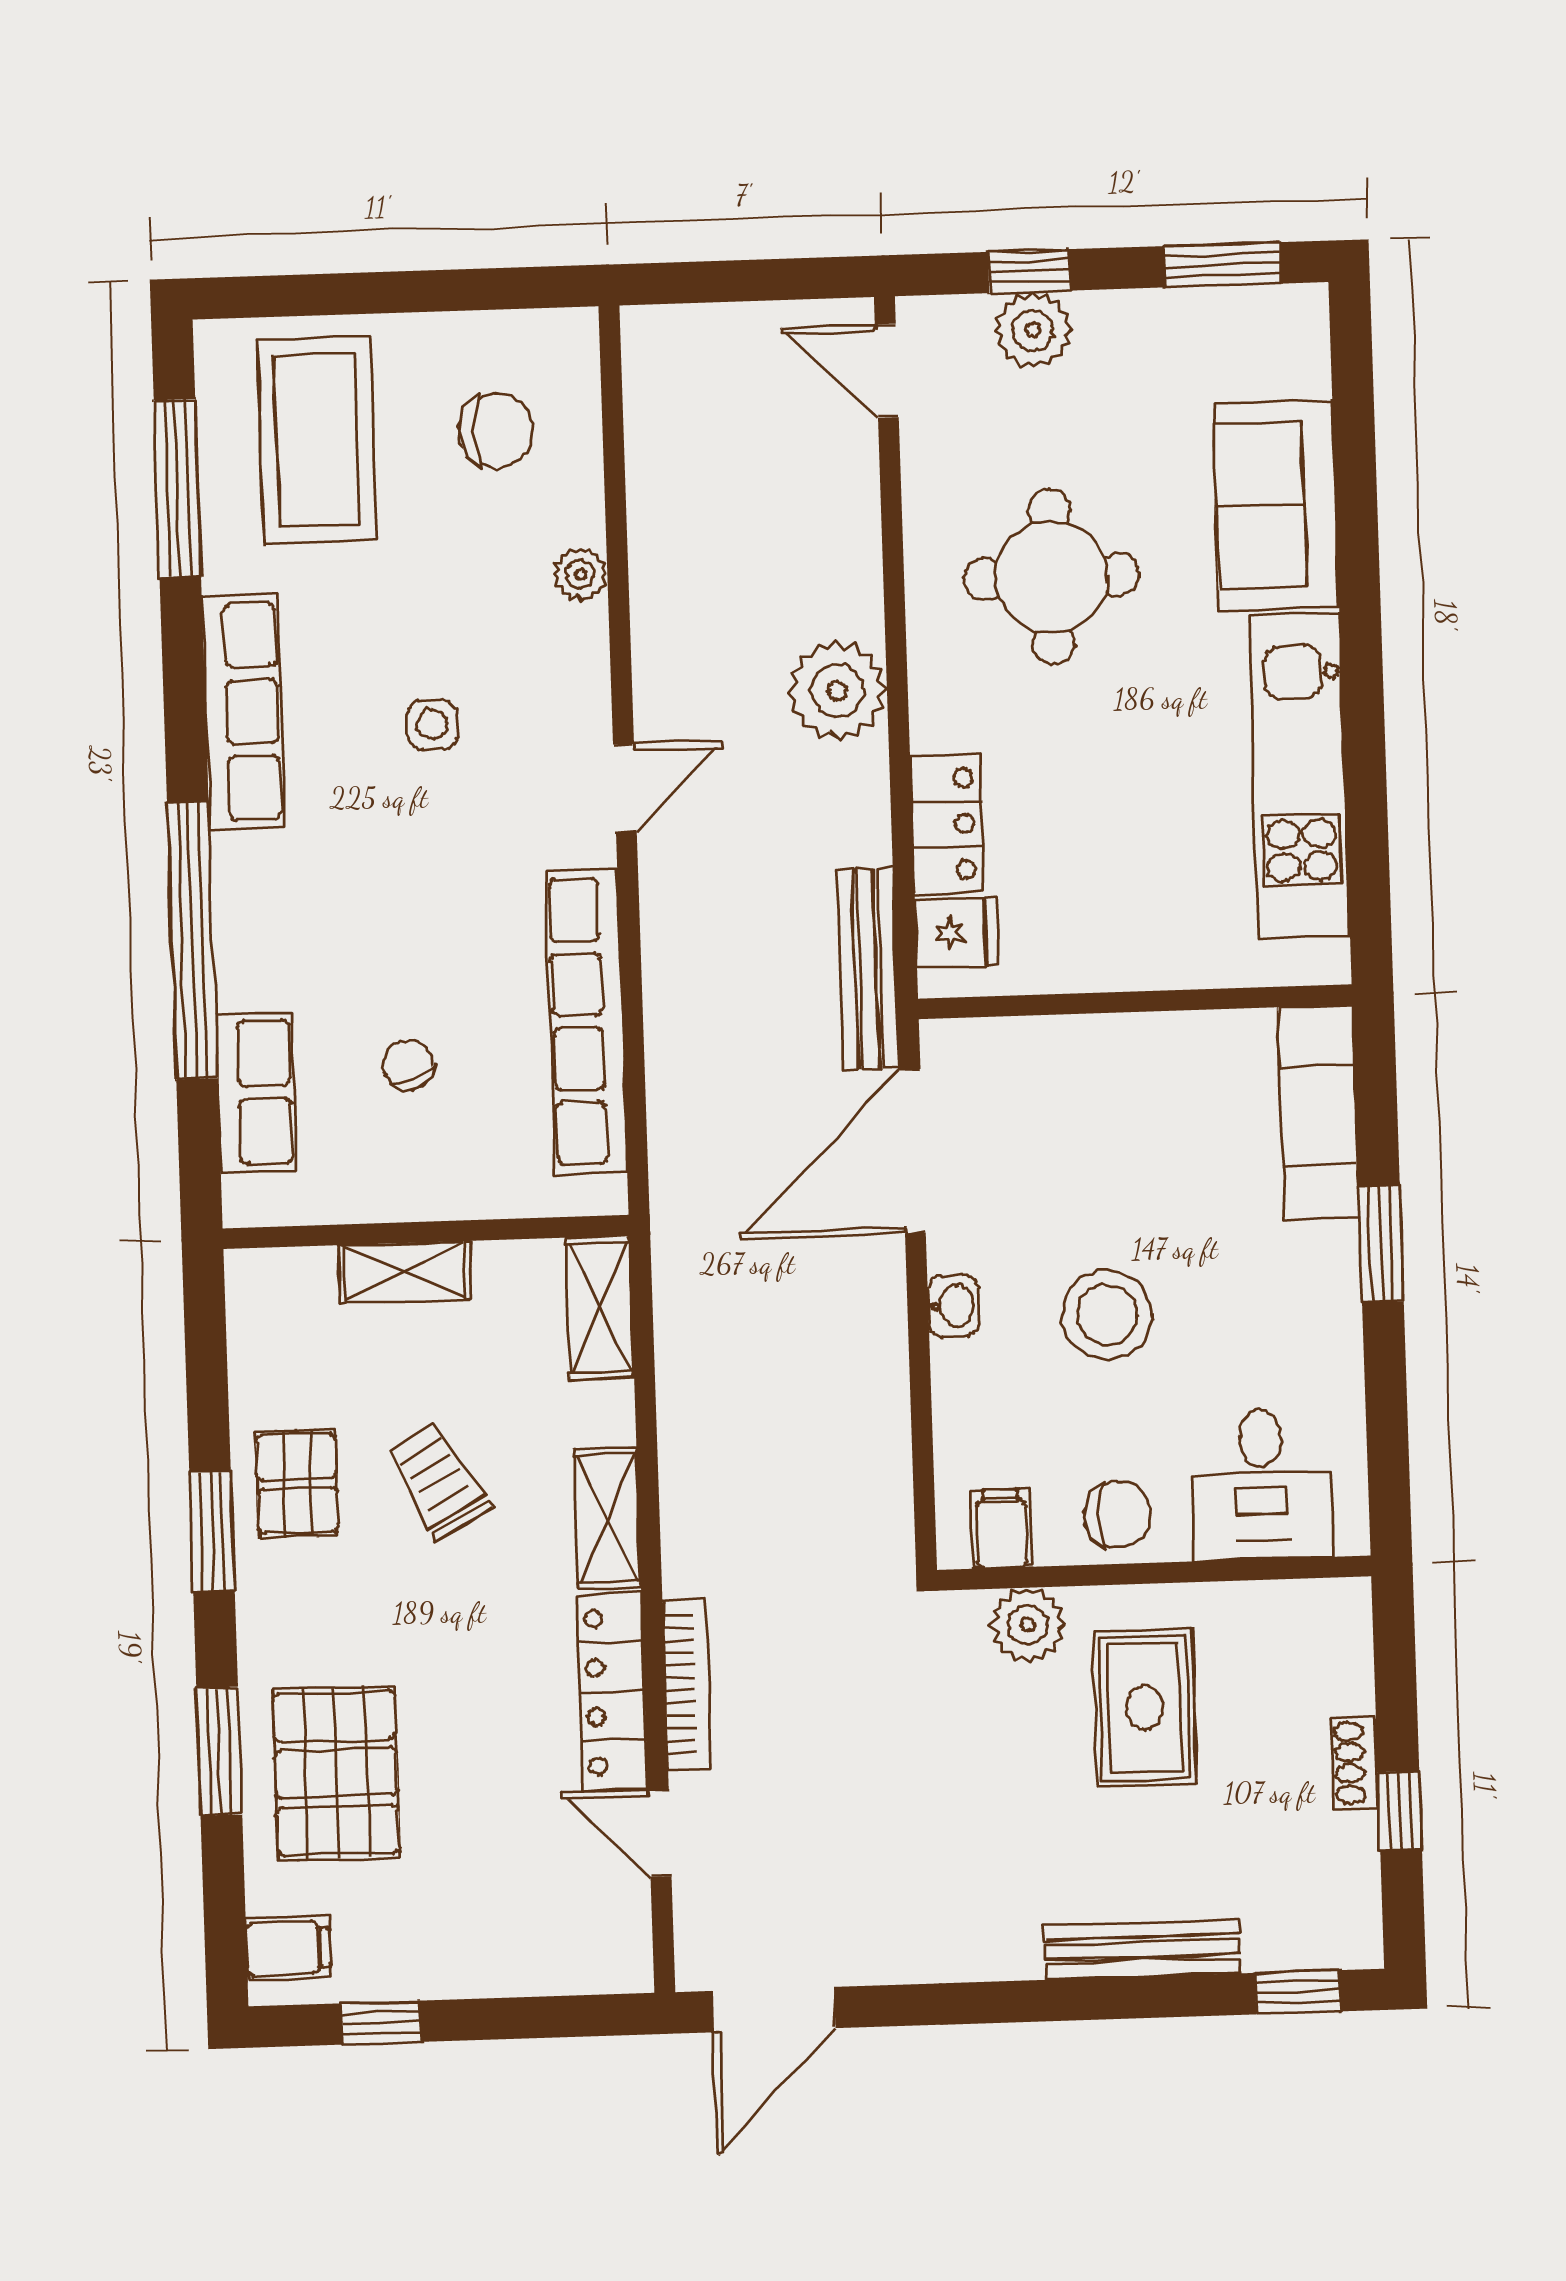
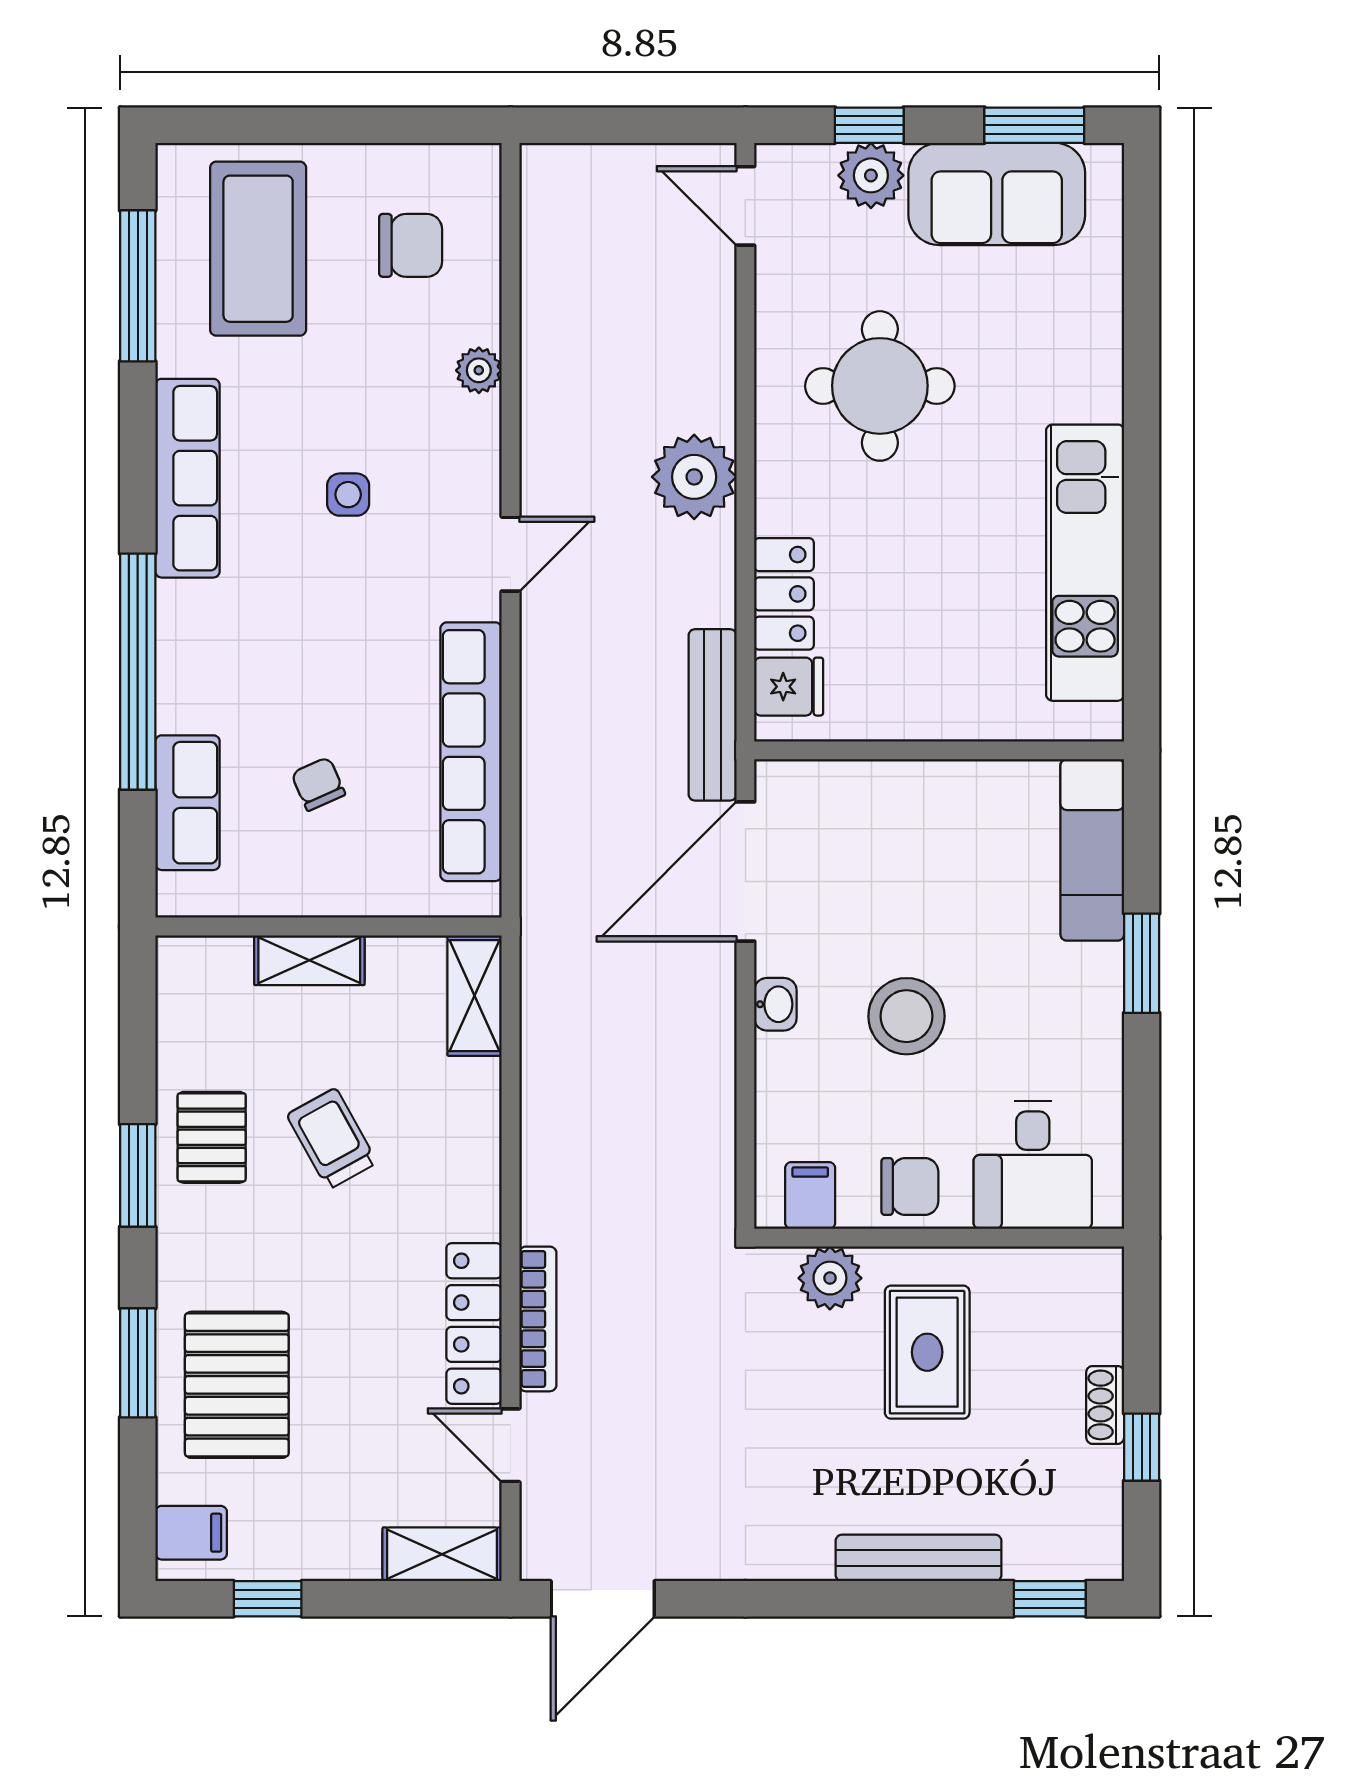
sofa: (1276, 505) -> (997, 194), moved, turned -90
shelving: (607, 1518) -> (442, 1554), moved, turned 90

